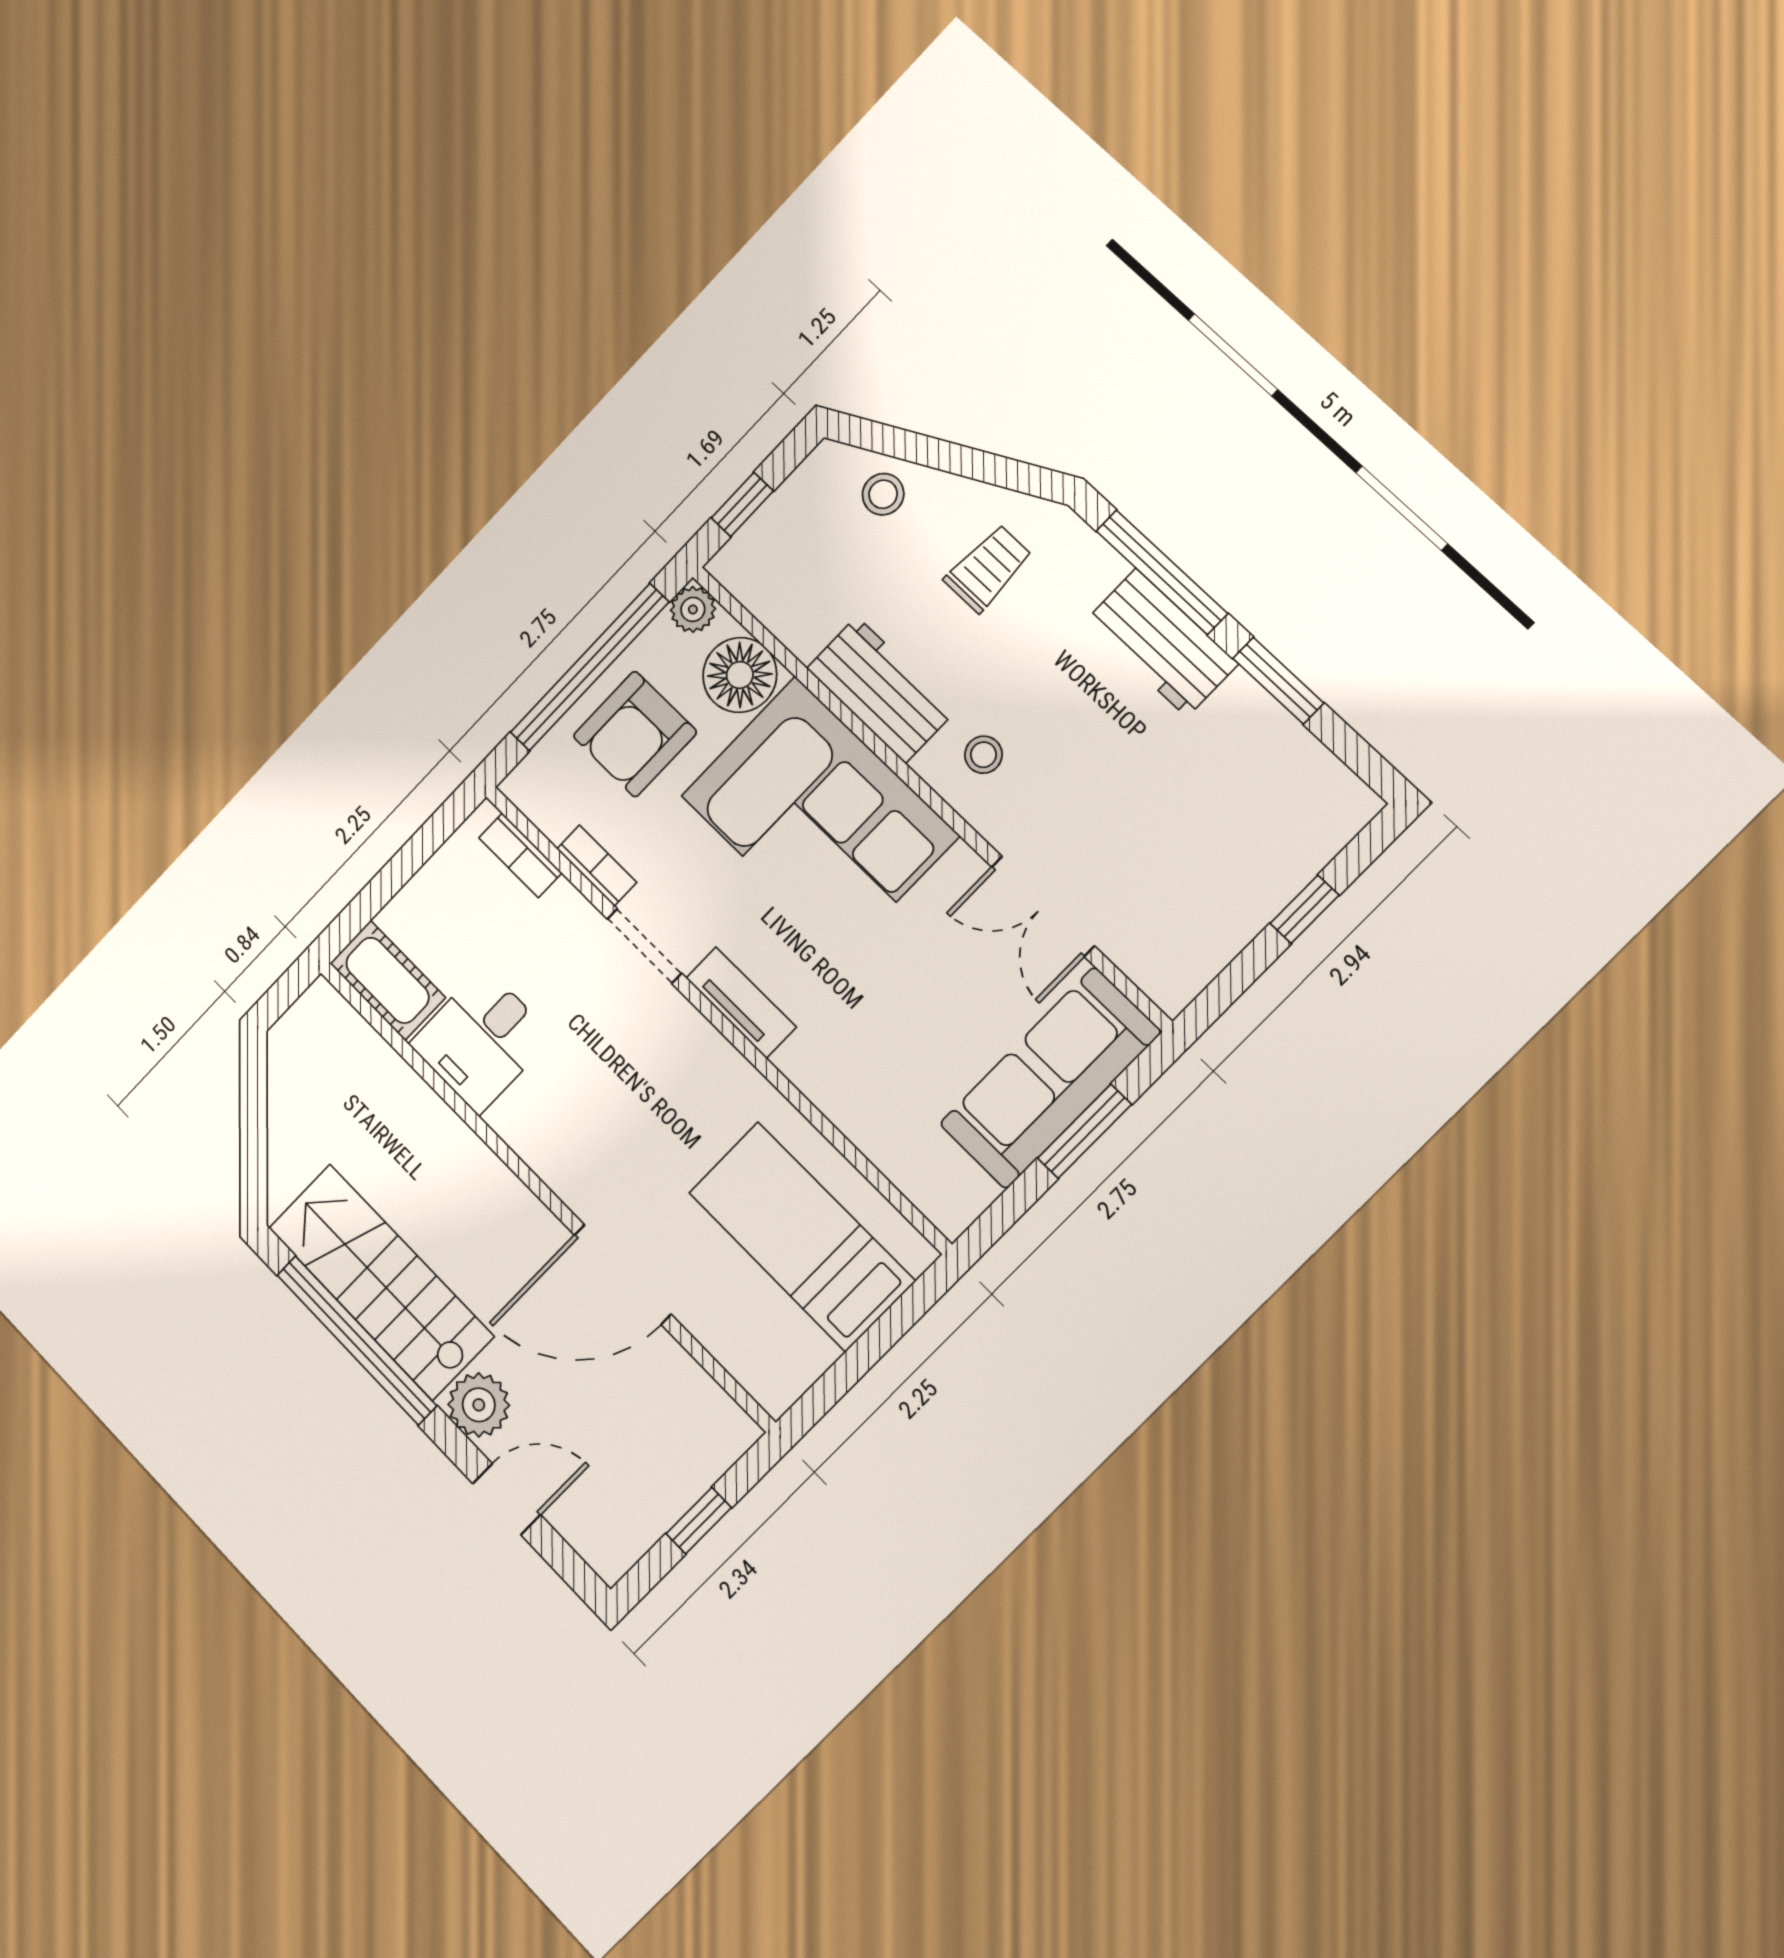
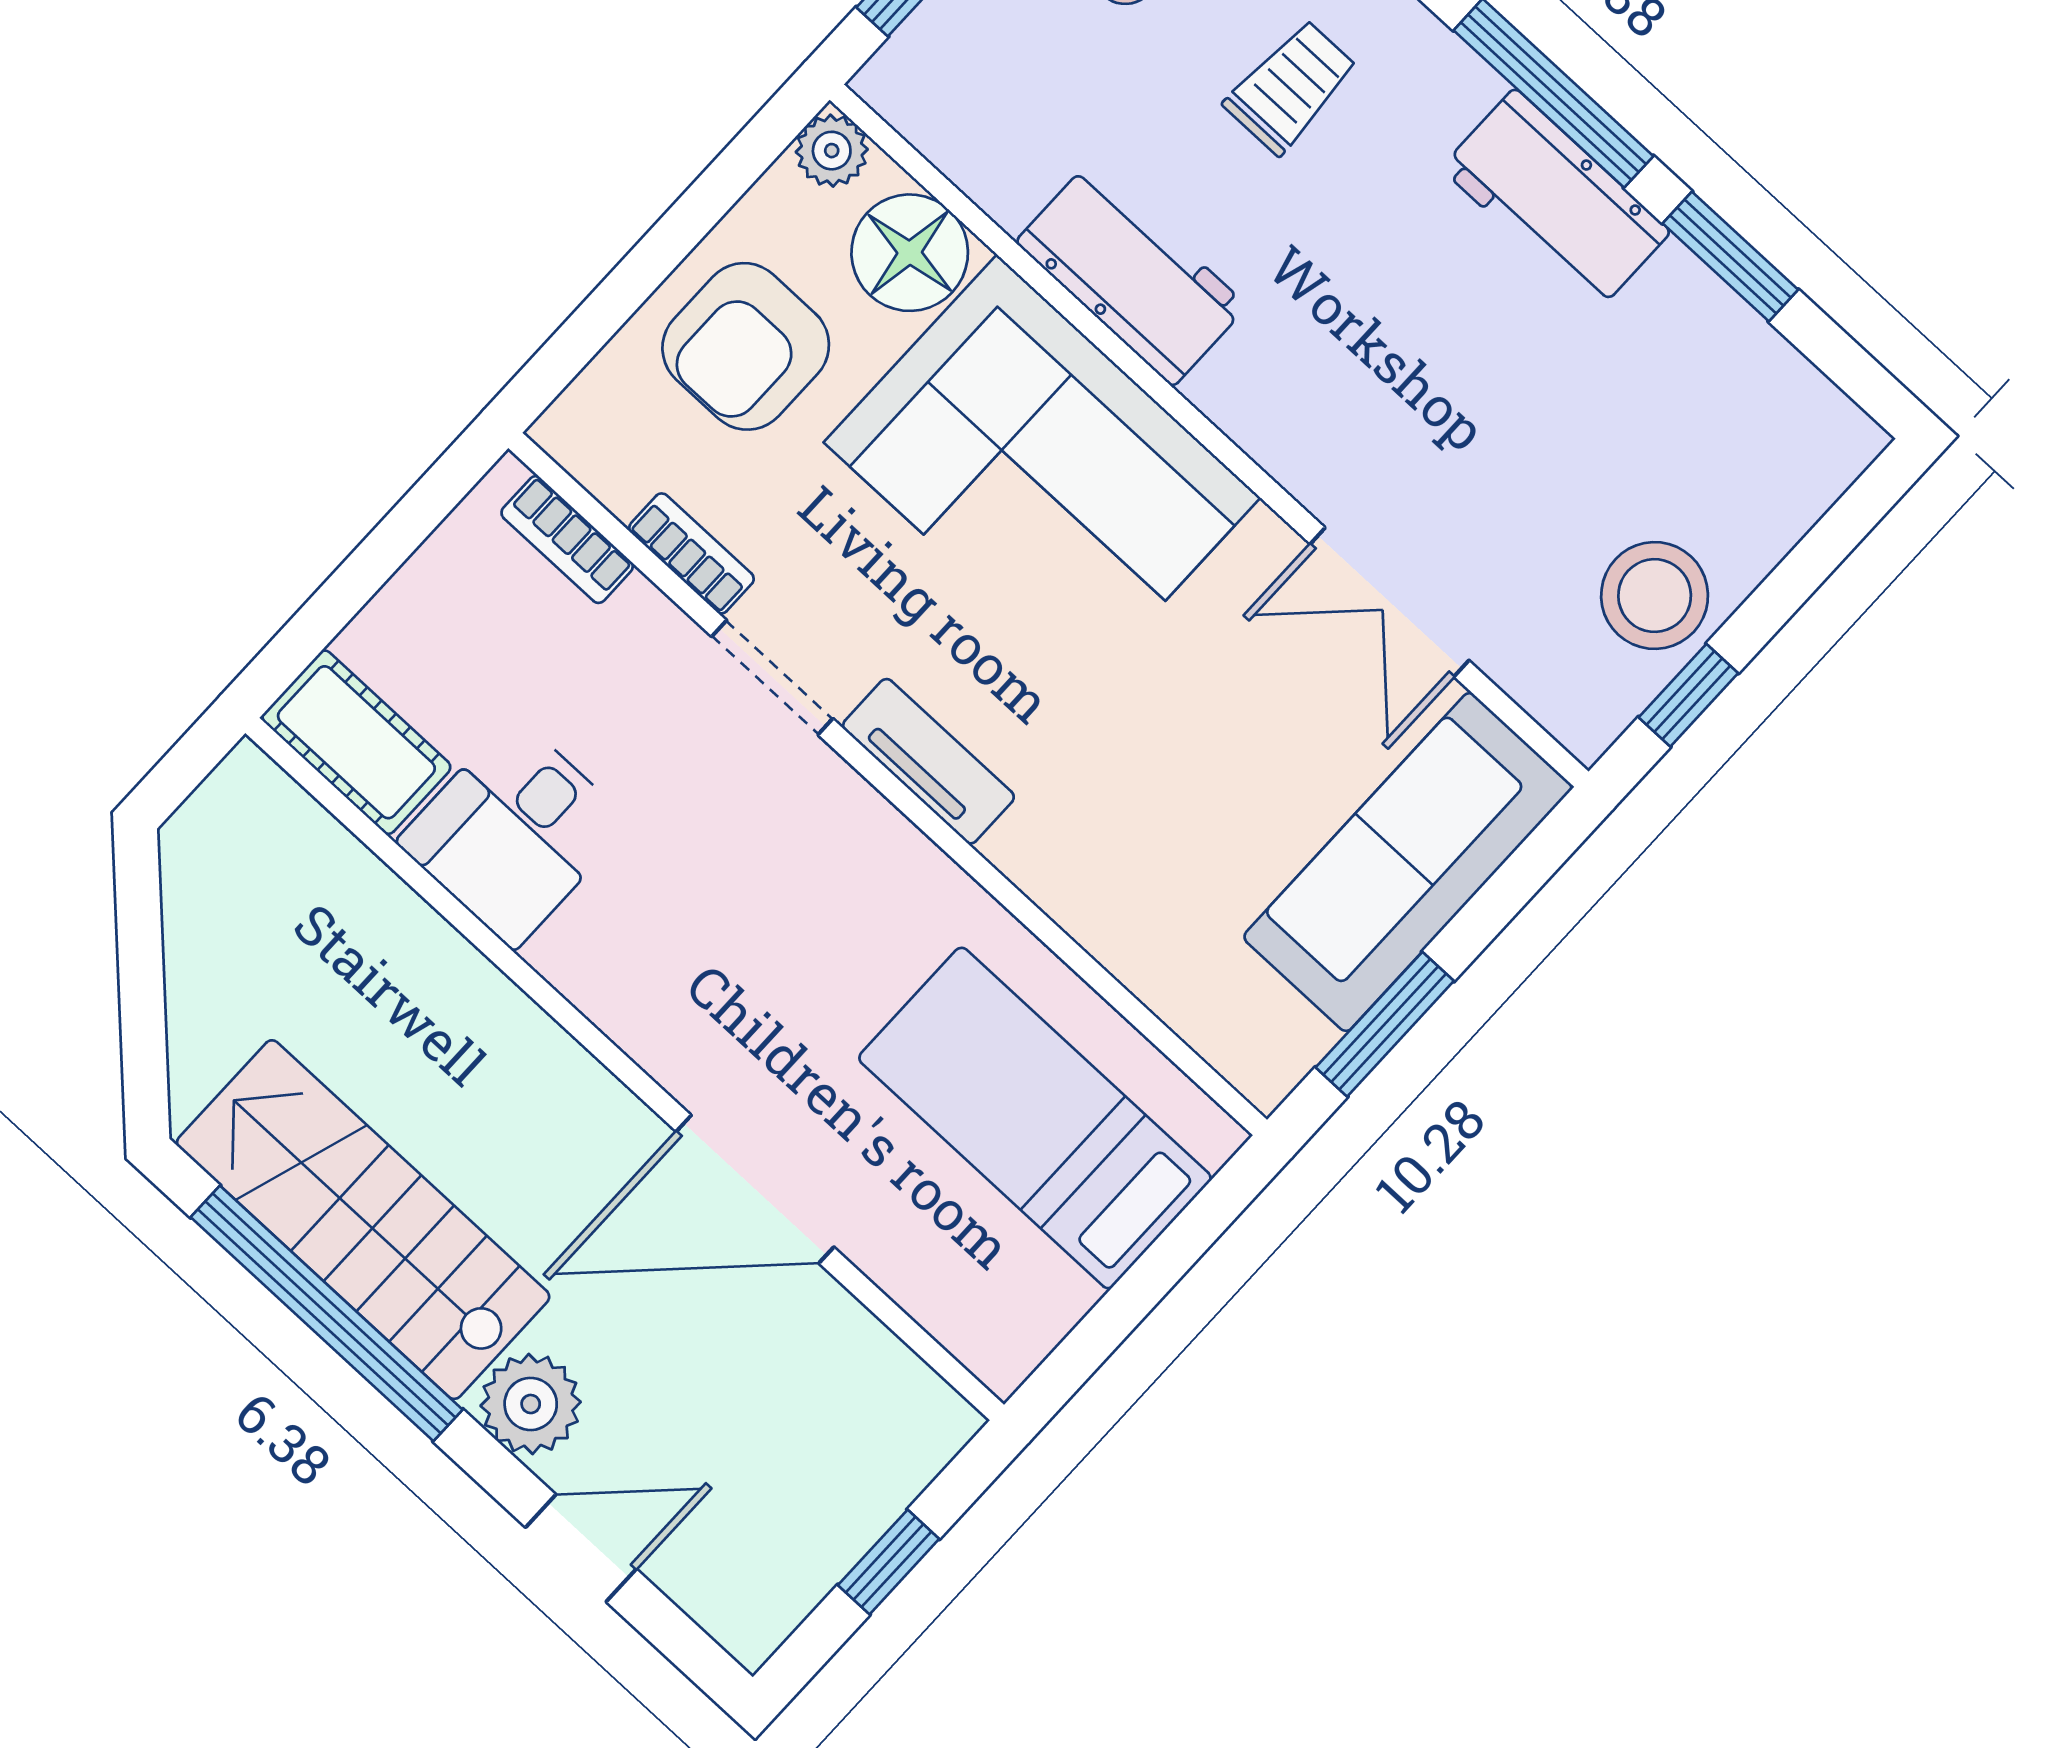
window: (590, 667) -> (669, 242), removed
stool: (983, 755) -> (1655, 596), moved, width x1.89, depth x1.89
window: (1304, 909) -> (1688, 695), moved
window: (1085, 1131) -> (1385, 1024), moved

